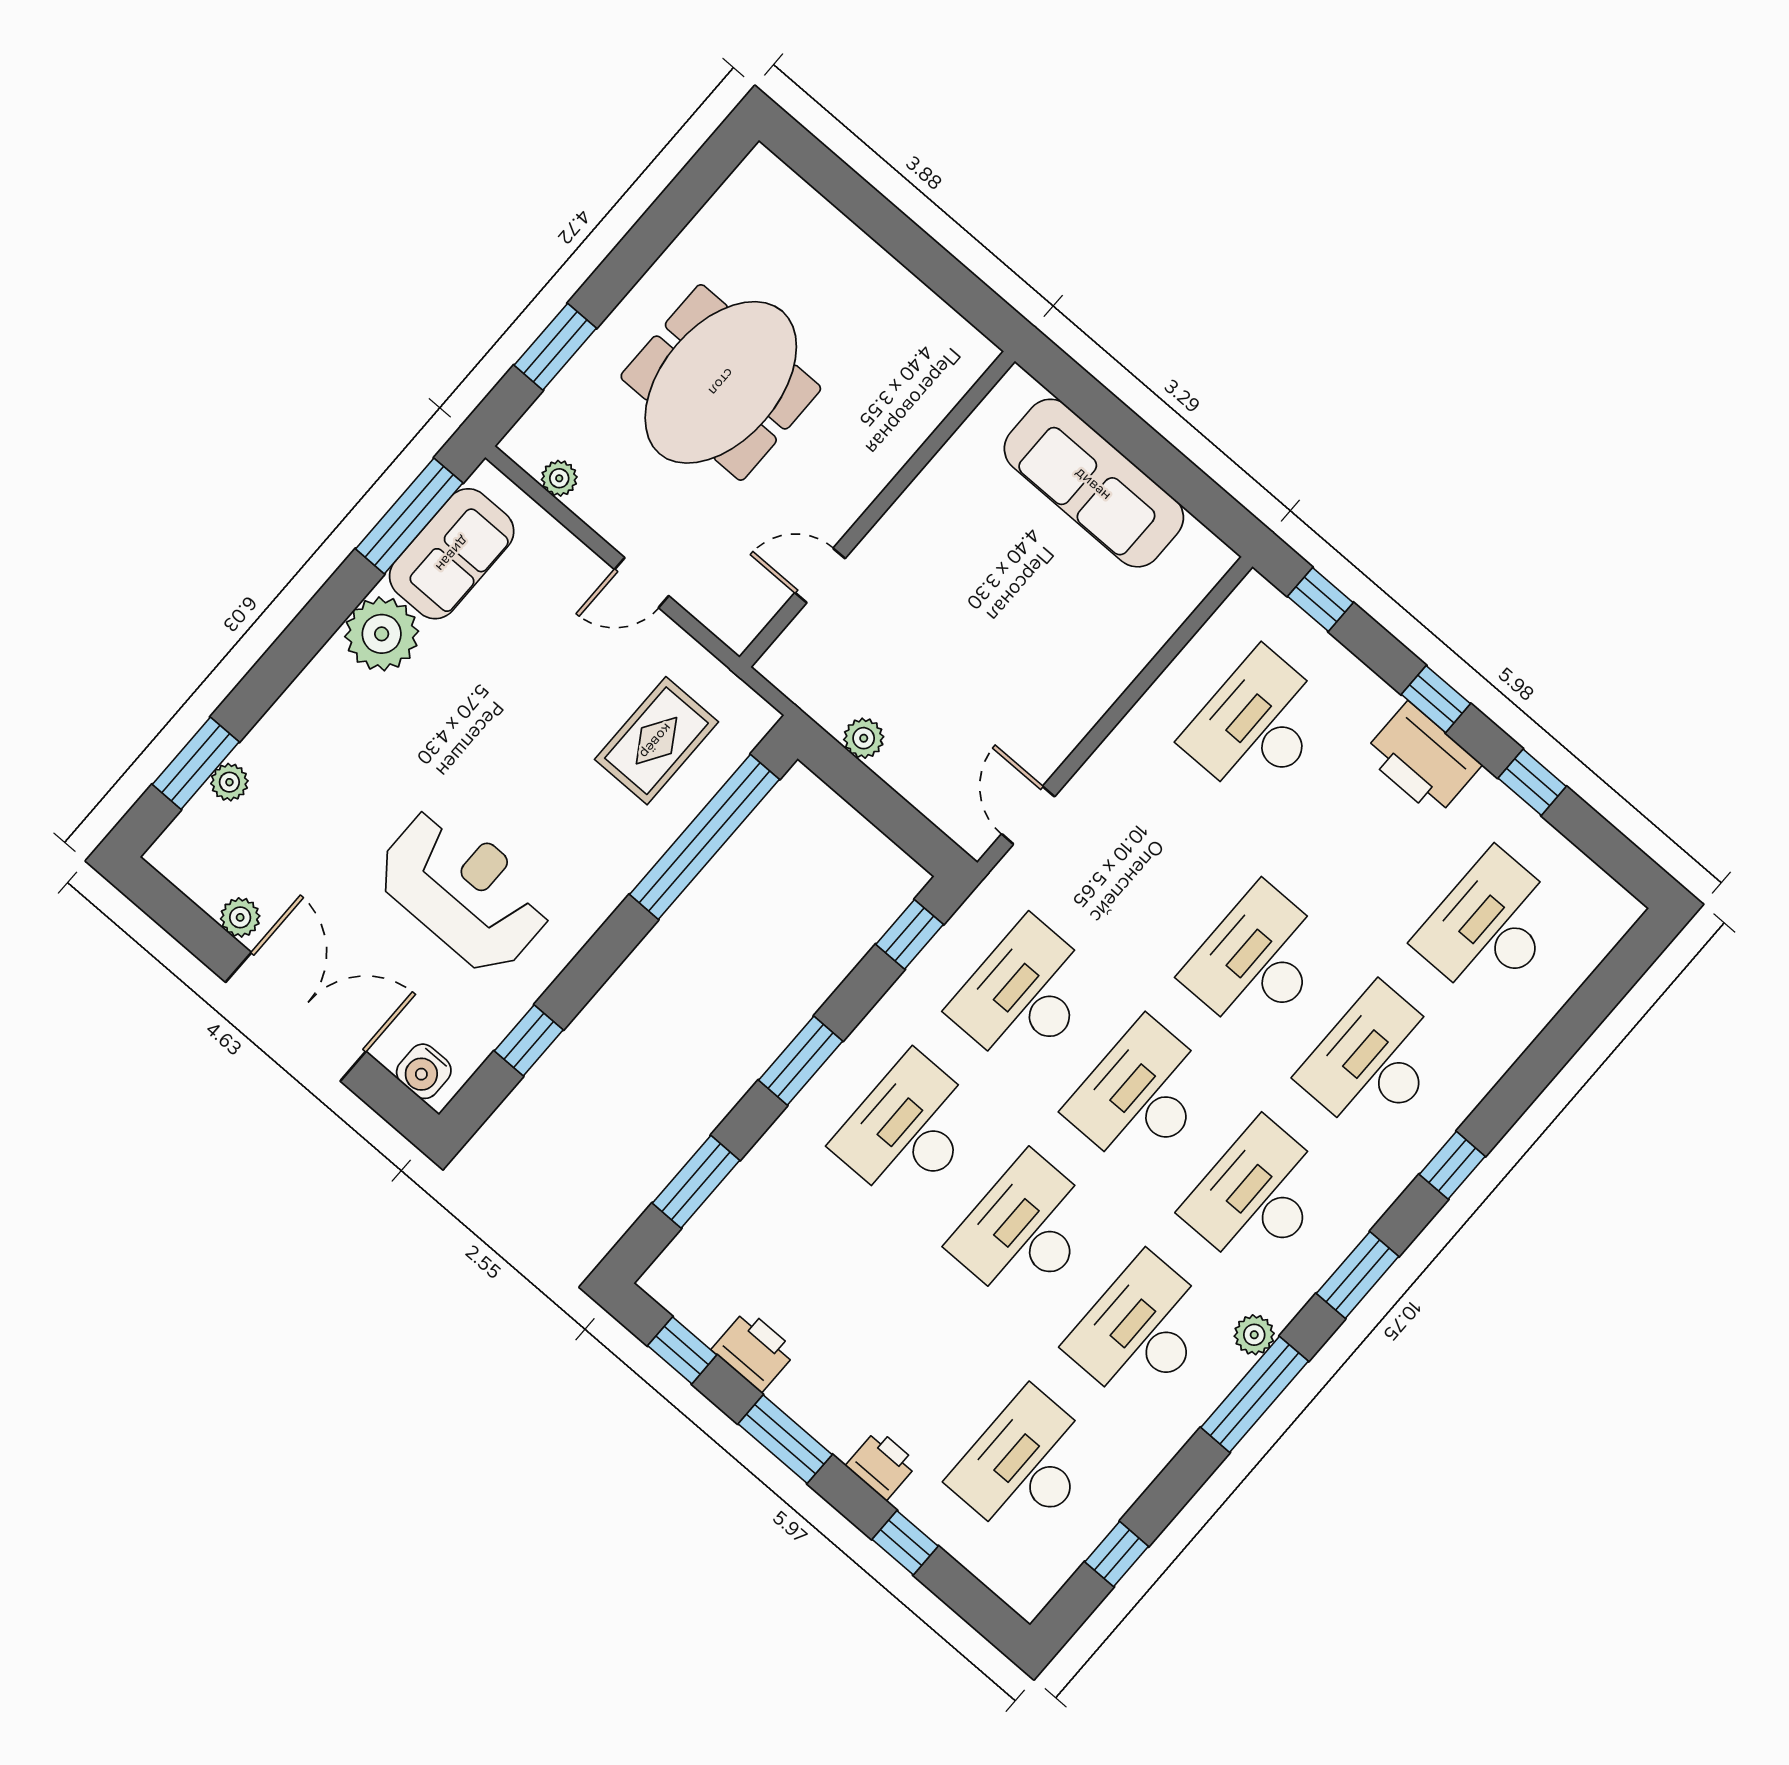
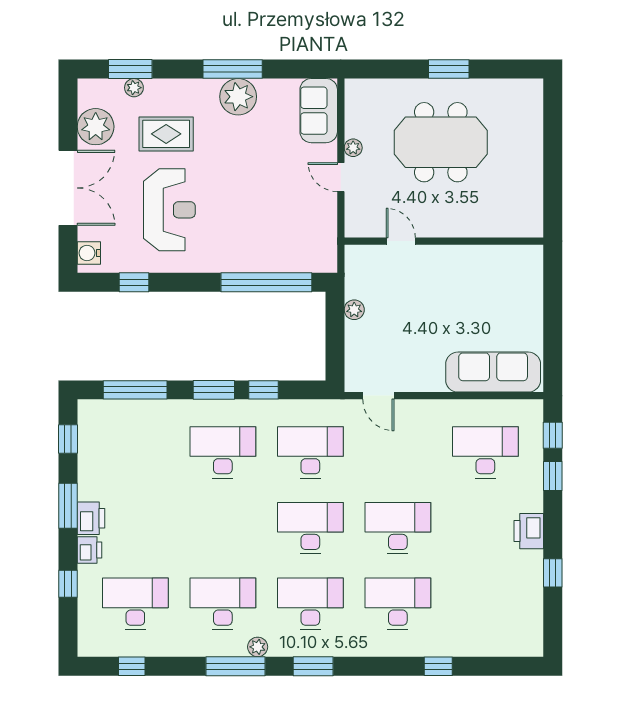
window: (555, 347) -> (449, 69), moved
plant: (559, 478) -> (353, 148), moved
sofa: (1094, 483) -> (493, 372), moved, turned 90
window: (409, 516) -> (233, 69), moved
sofa: (452, 554) -> (319, 111), moved, turned 90
window: (1436, 699) -> (553, 476), moved
rug: (656, 741) -> (166, 134), moved
printer: (1422, 759) -> (529, 531), width x0.73, depth x0.84
door: (1028, 815) -> (378, 396), swing flipped
plant: (240, 917) -> (96, 127), width x1.87, depth x1.87
desk: (1490, 927) -> (485, 604), removed
window: (910, 934) -> (263, 390), moved
window: (1452, 1165) -> (438, 666), moved
window: (696, 1182) -> (135, 390), width x1.44
desk: (1025, 1230) -> (223, 528), removed
printer: (754, 1351) -> (91, 518), moved

